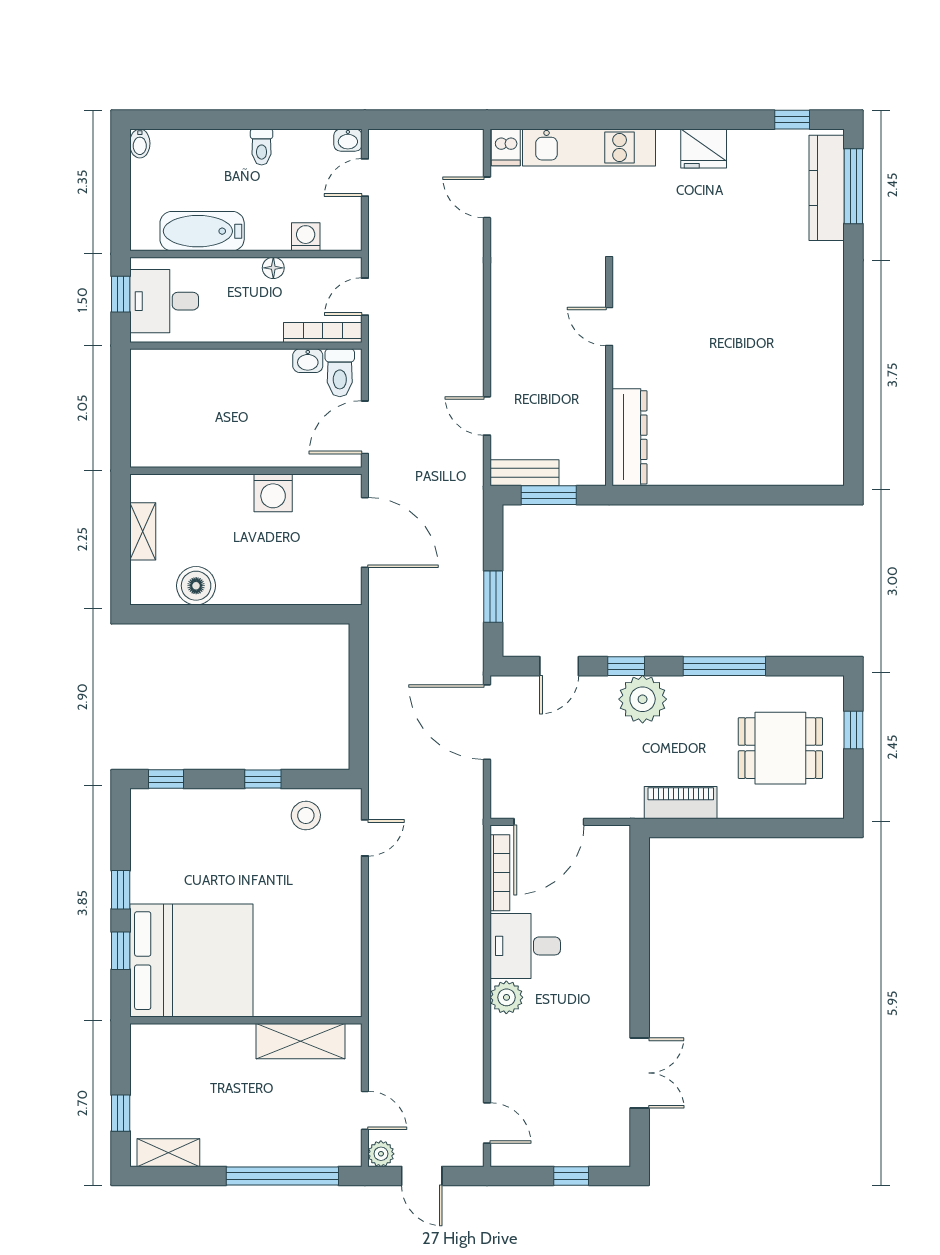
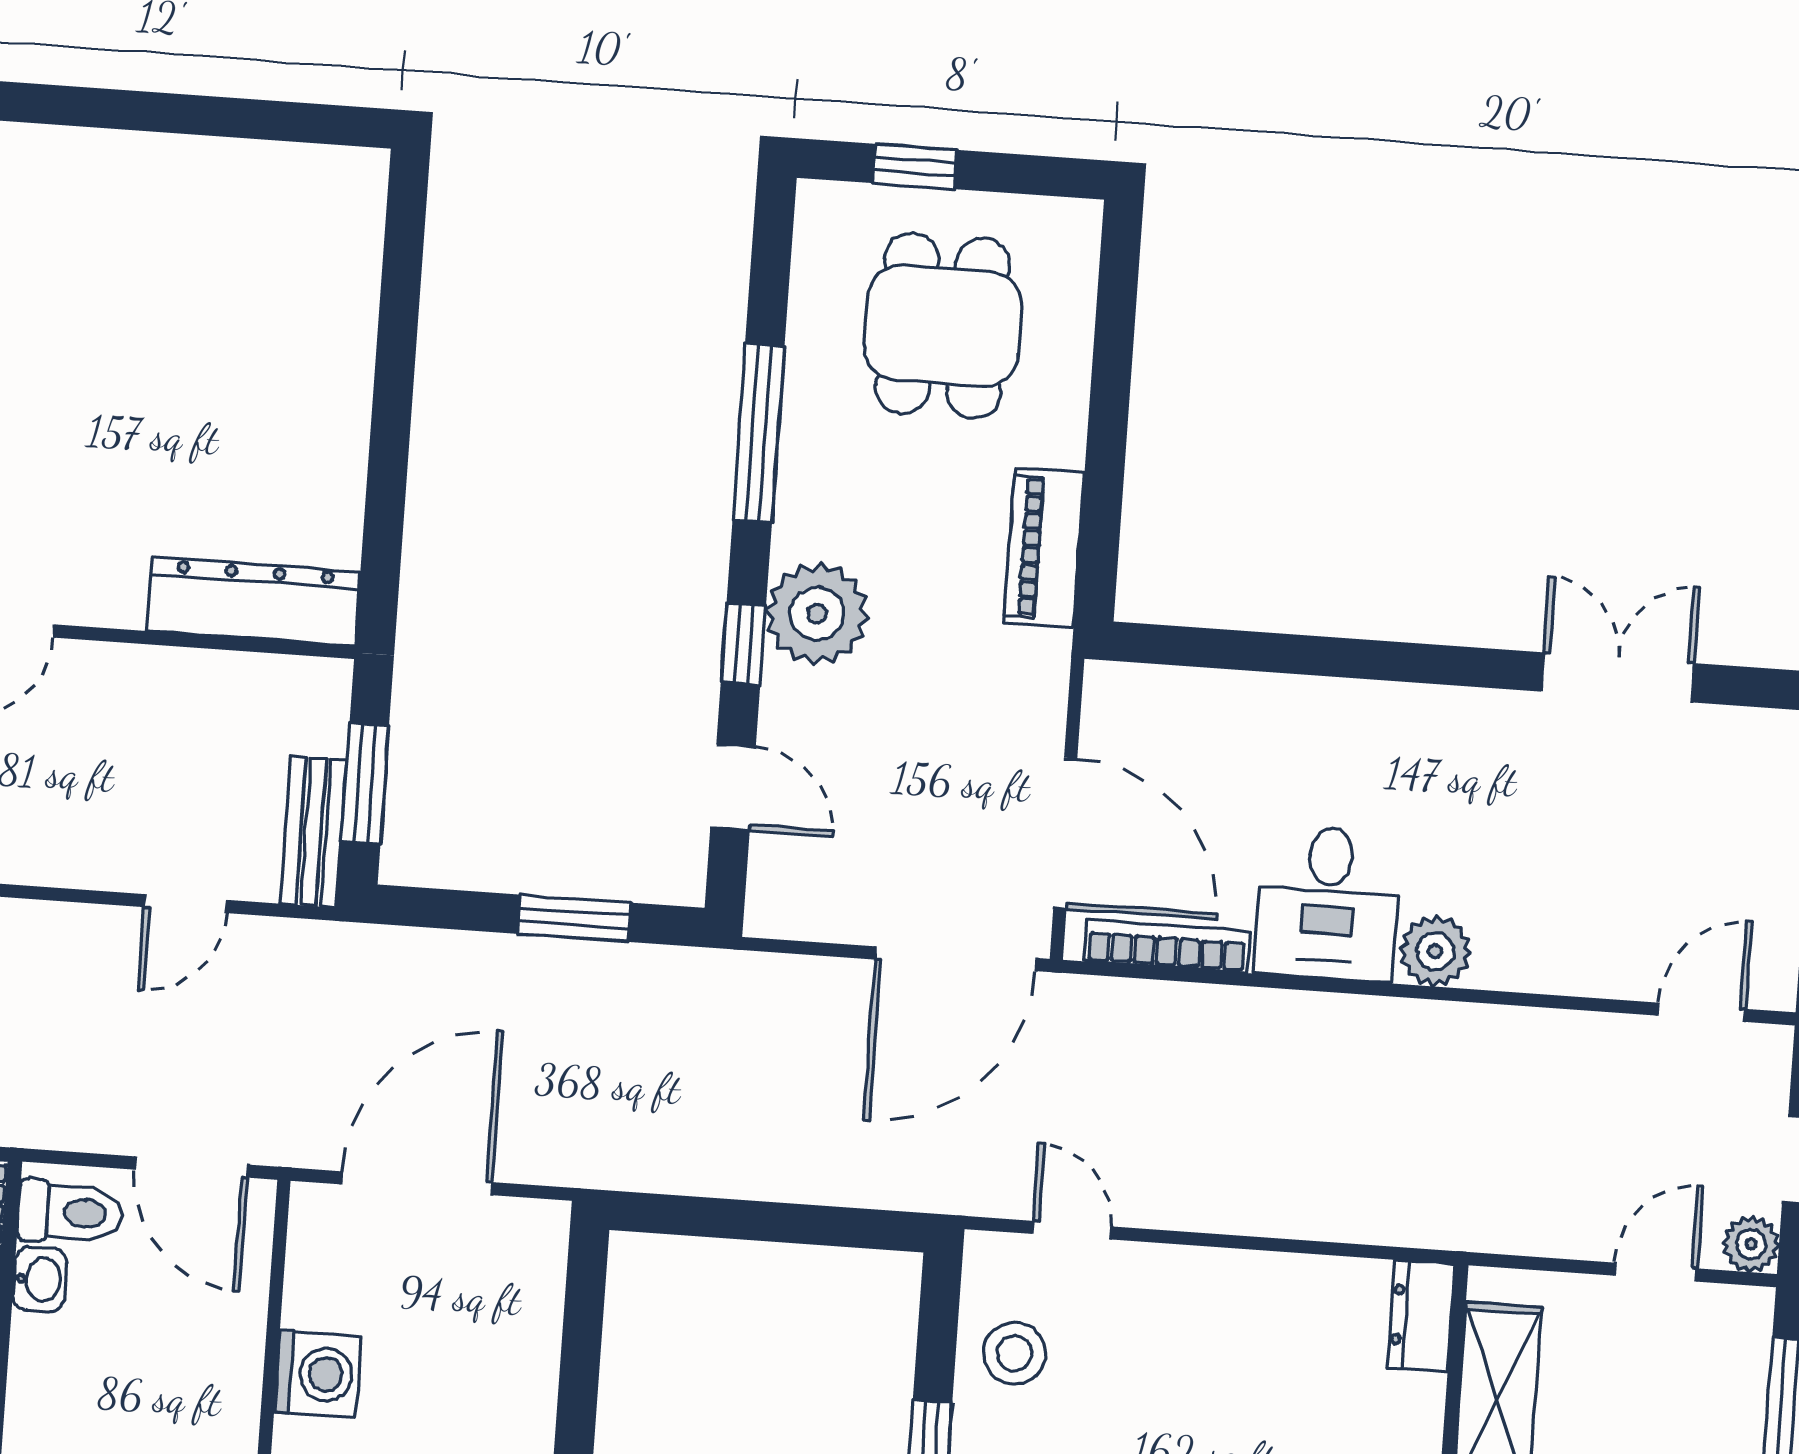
door: (487, 722) -> (956, 959), moved
dresser: (337, 1003) -> (1421, 1316), added

